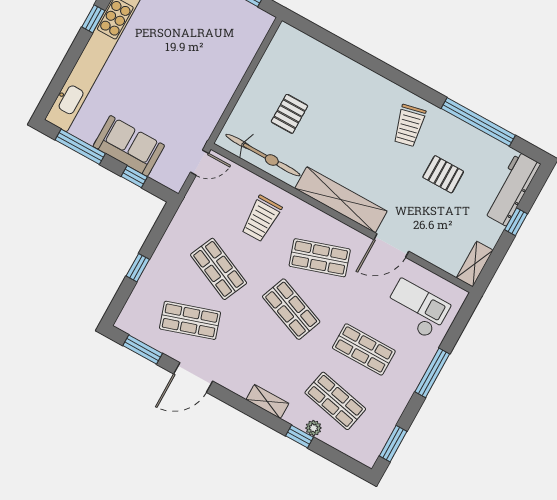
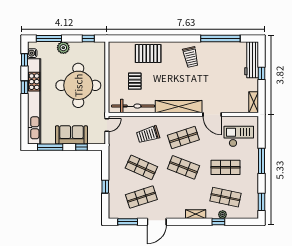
round table: (188, 67) -> (78, 85), added
pallet: (443, 174) -> (148, 53), moved, width x1.50, depth x1.42
trolley: (261, 219) -> (148, 135), turned 73
door: (391, 245) -> (212, 115), hinge flipped

